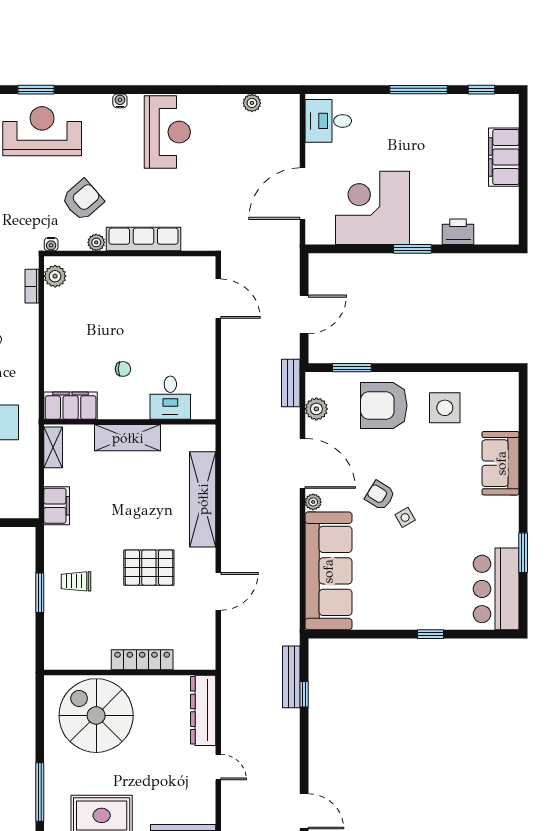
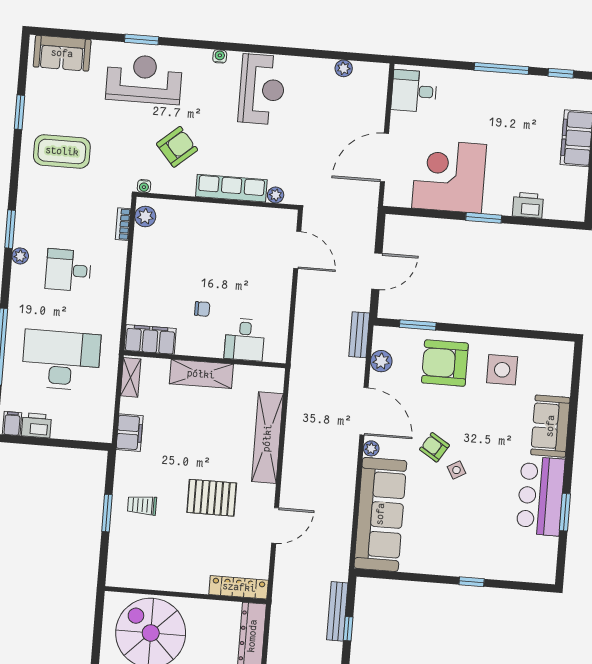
plant: (96, 242) -> (276, 195), moved
bar counter: (496, 589) -> (541, 496), moved
locker: (142, 660) -> (239, 587), moved

